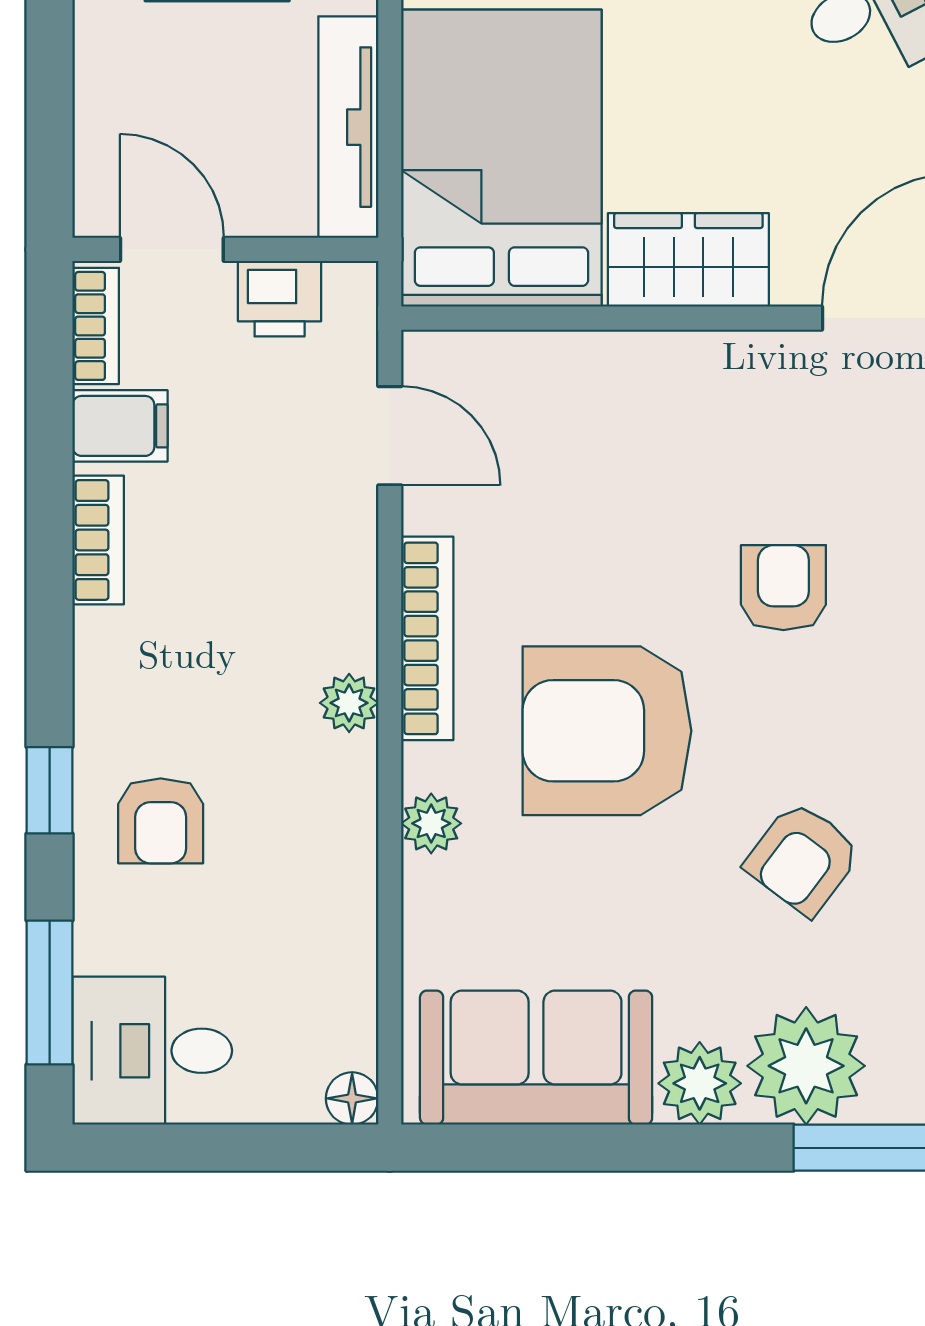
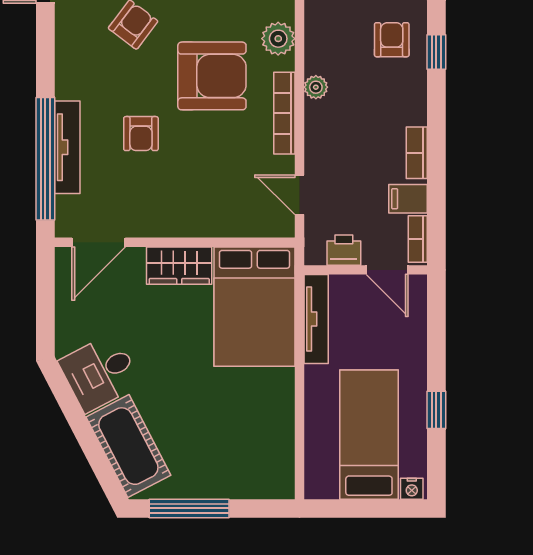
plant: (431, 823) -> (278, 39), width x1.38, depth x1.38

